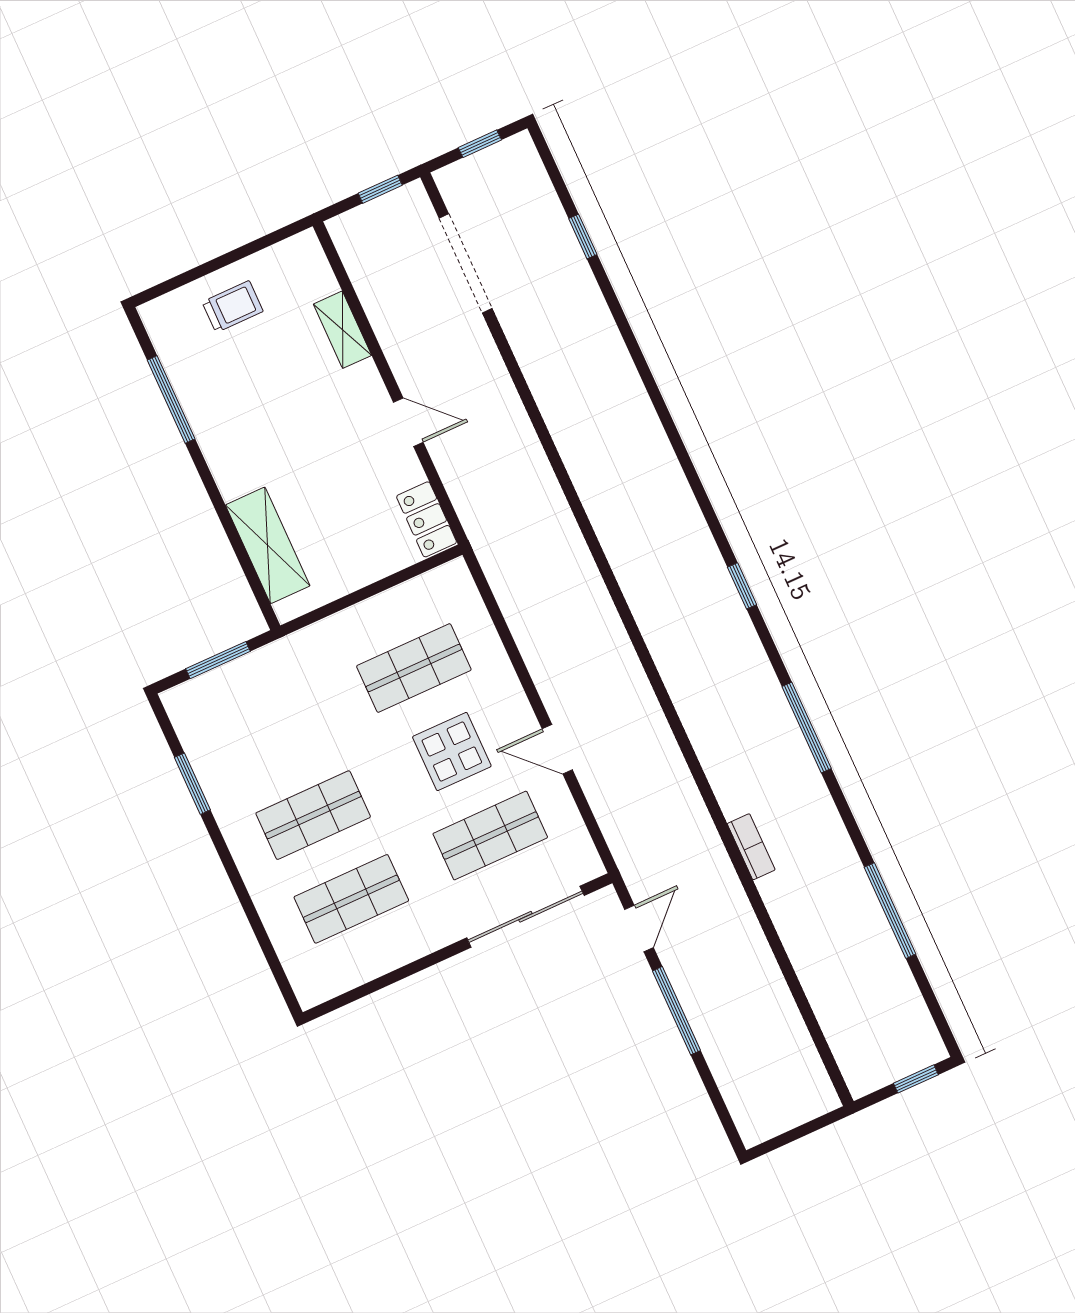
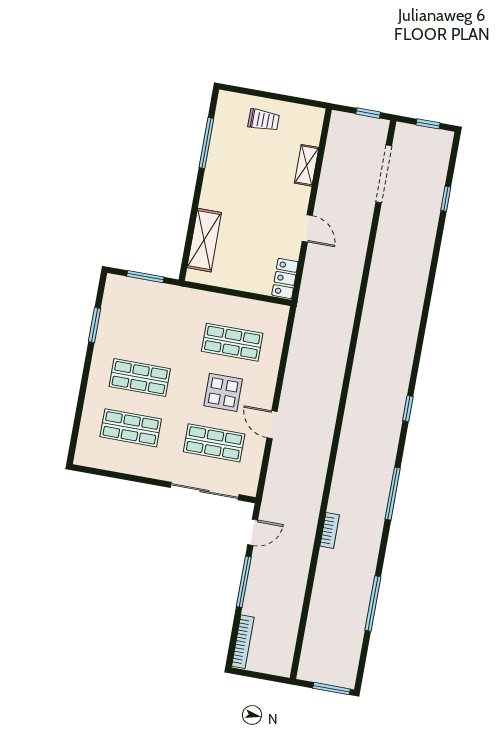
window: (916, 1079) -> (331, 689), width x1.50
bookcase: (737, 1100) -> (243, 642), added

